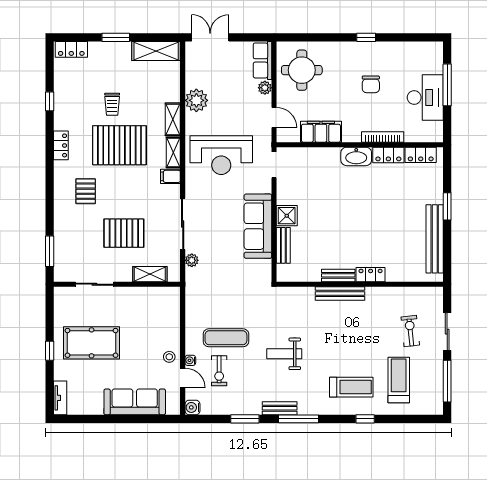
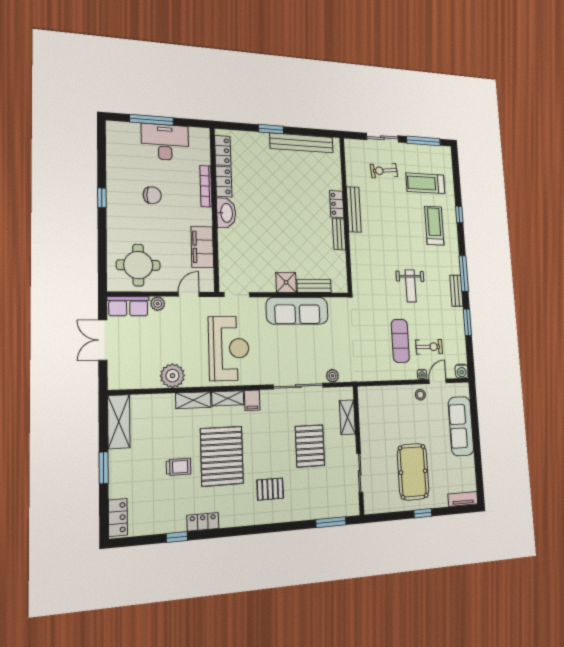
double door: (210, 37) -> (103, 340), moved
locker: (61, 145) -> (203, 522), moved
bench: (340, 293) -> (354, 209), moved

